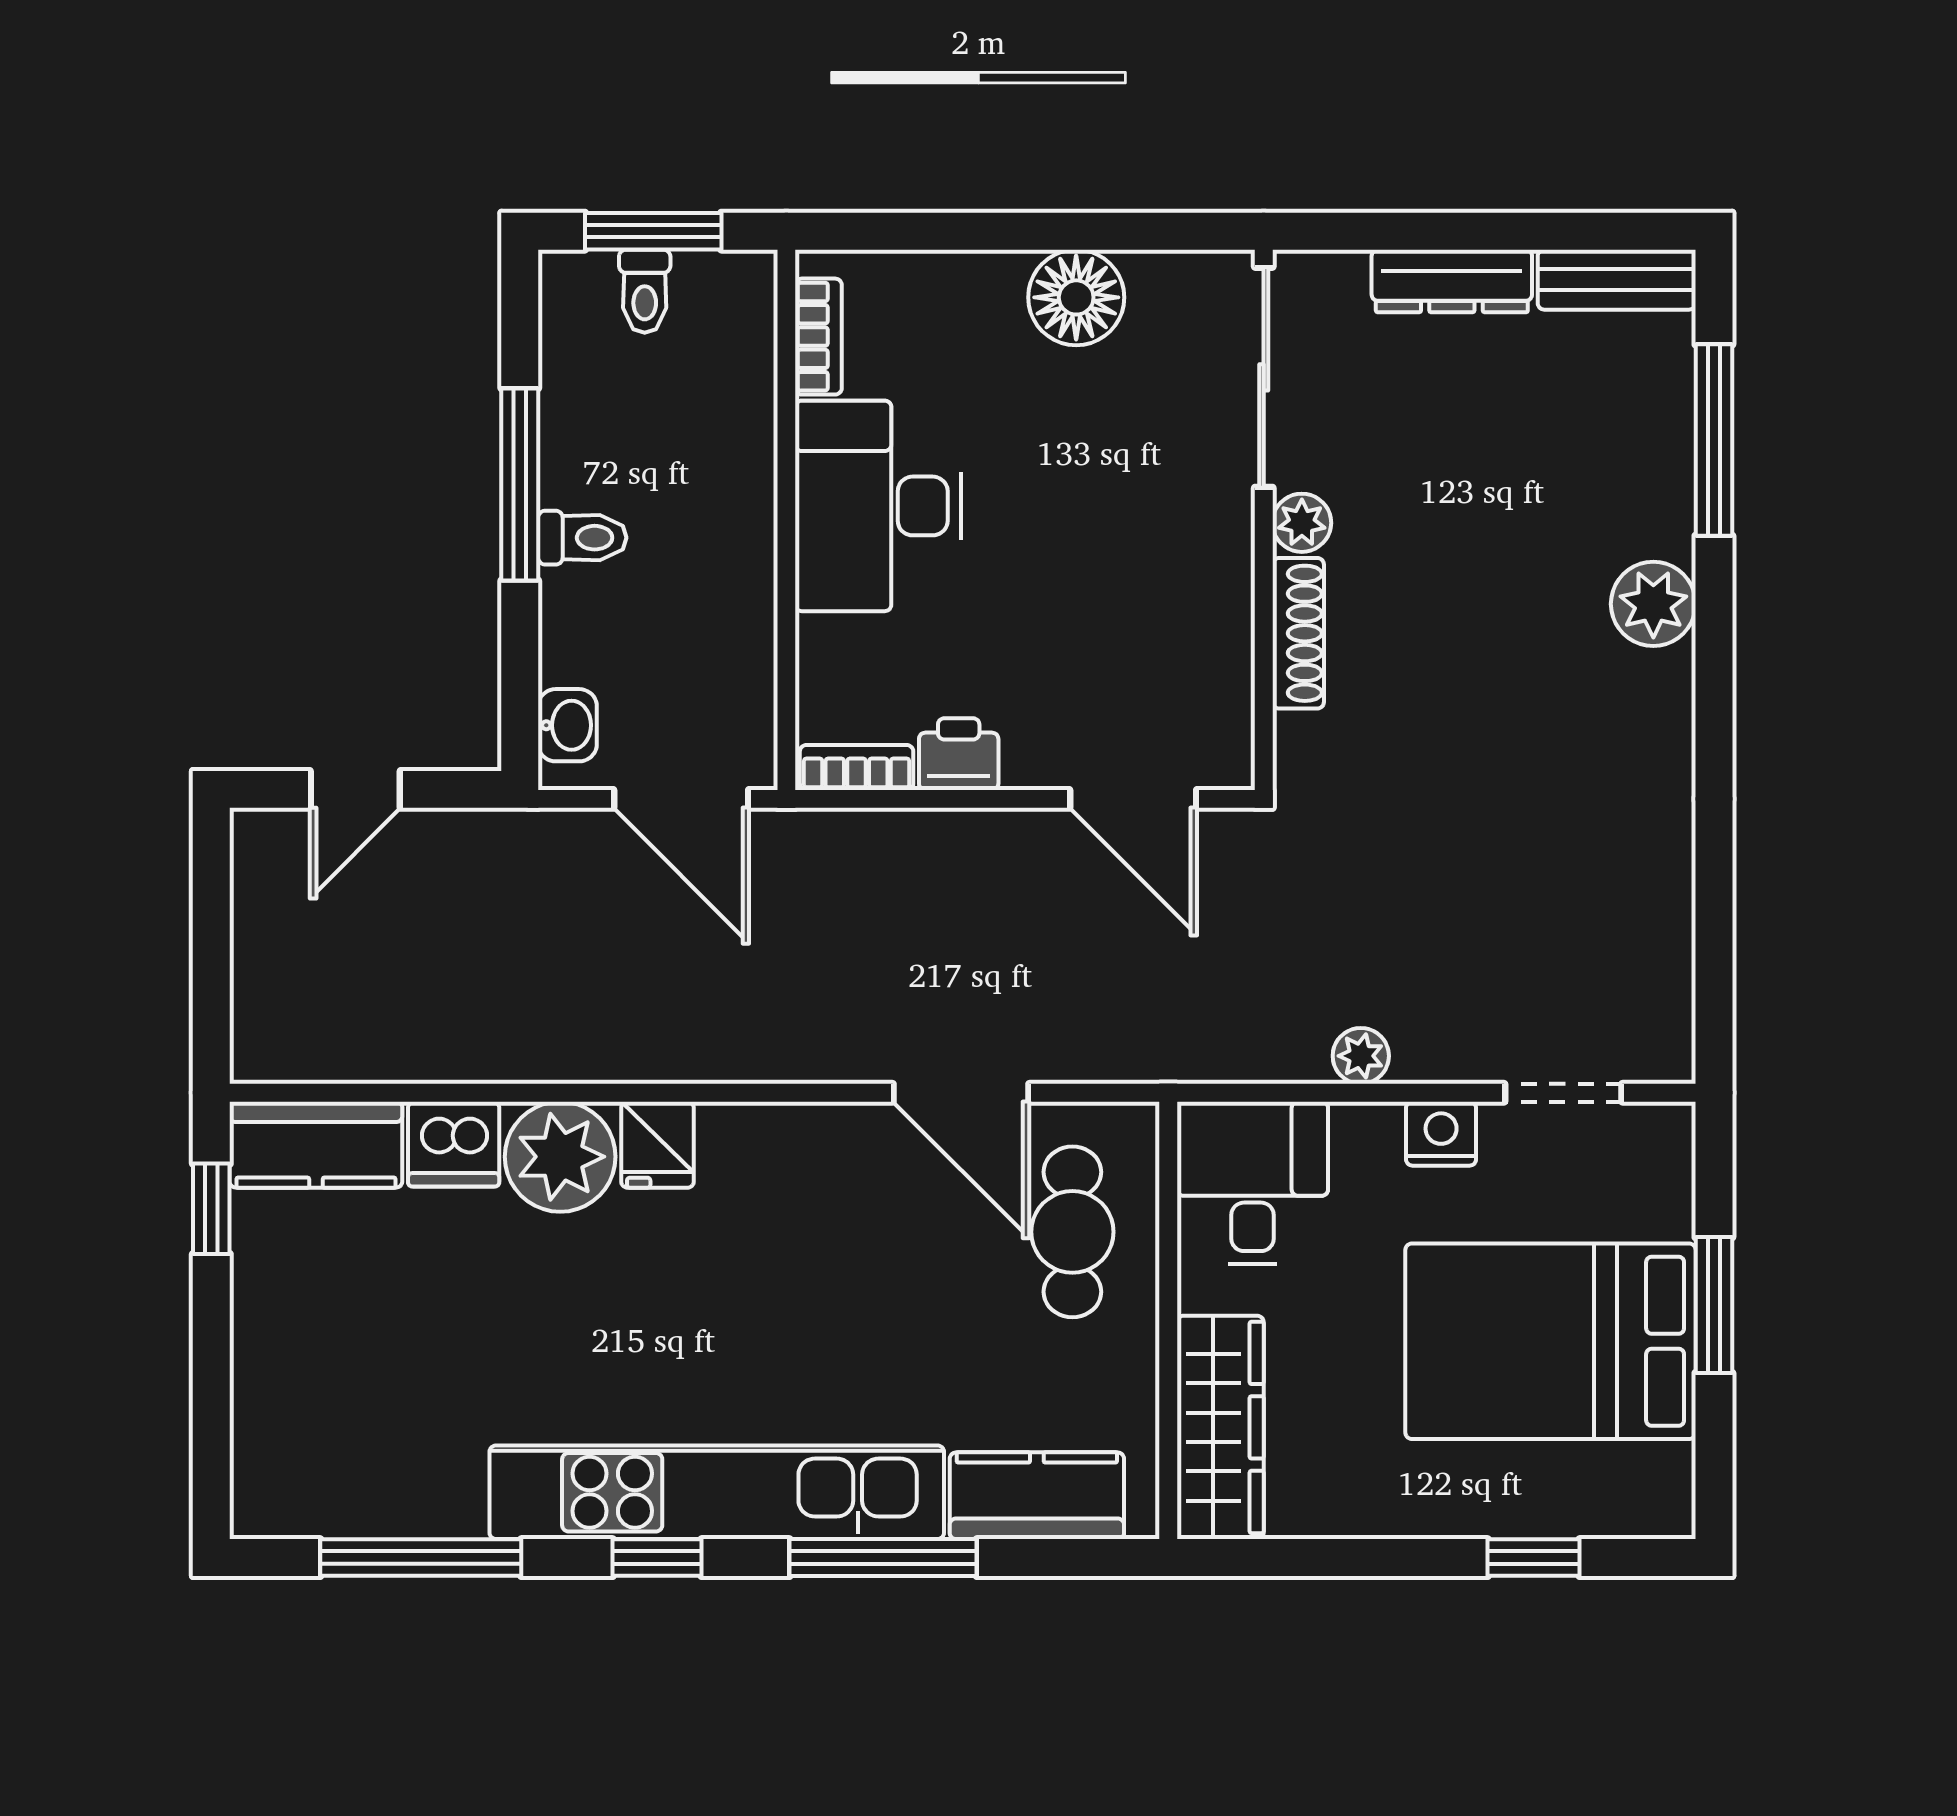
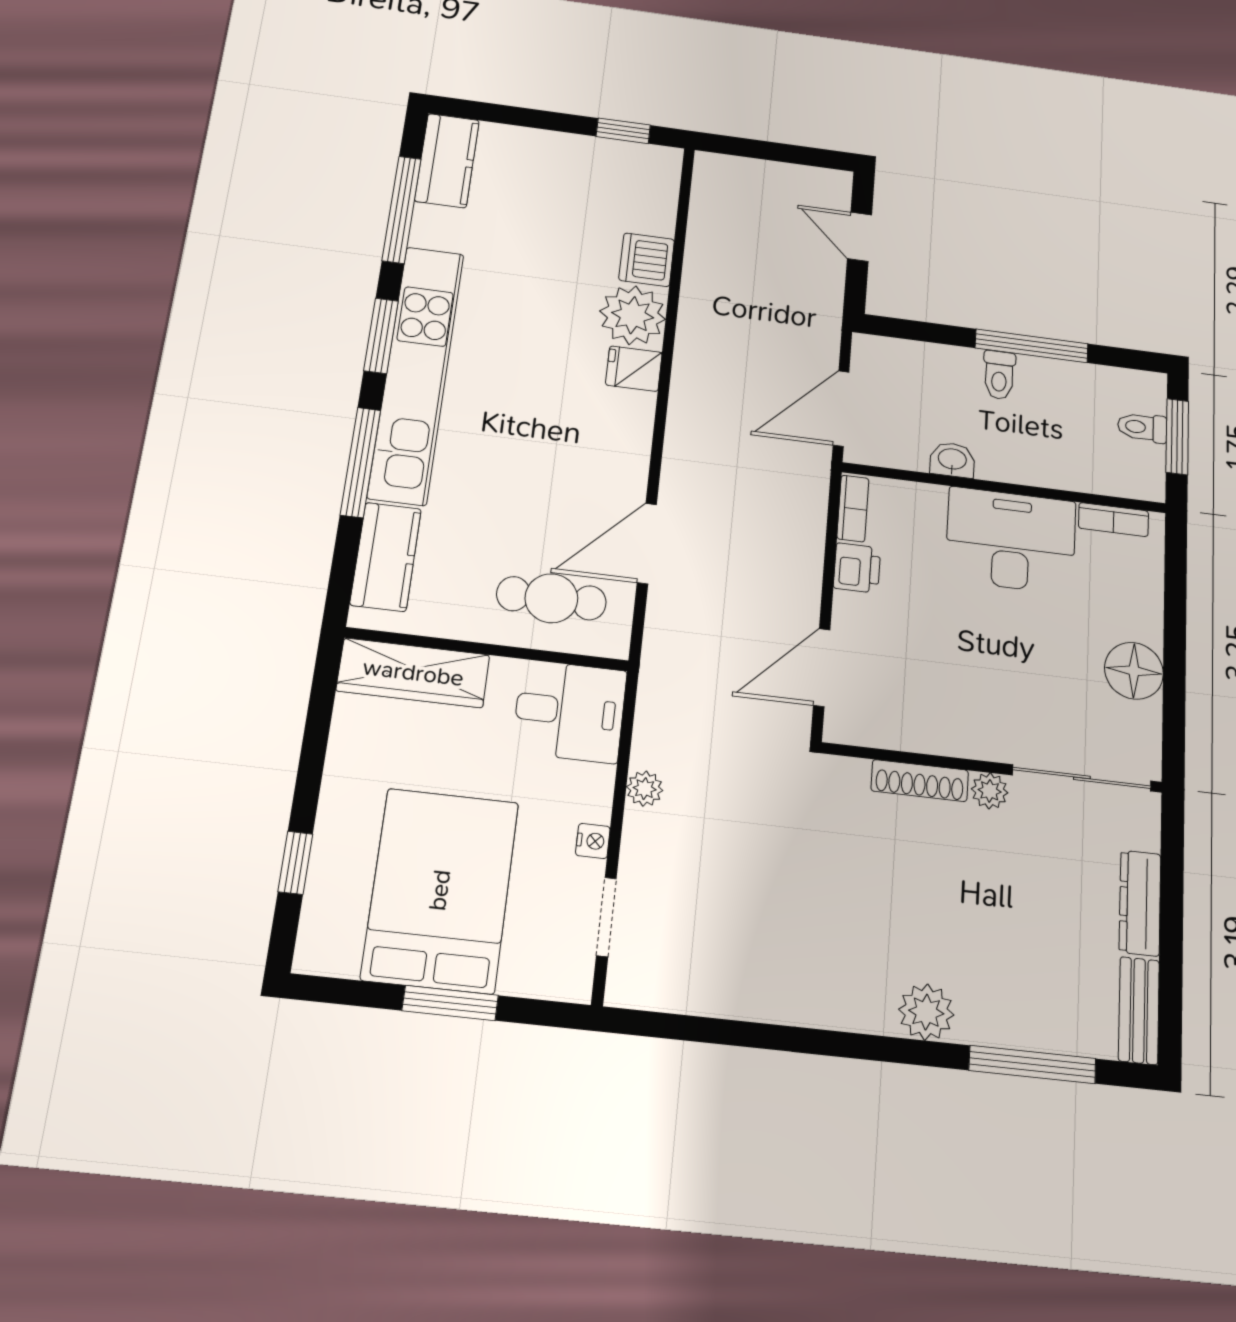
washbasin: (567, 725) -> (952, 460), moved, turned 180
nightstand: (1441, 1134) -> (593, 841), width x0.72, depth x0.74
kitchen counter: (316, 1145) -> (447, 160), moved, turned 180
window: (657, 1558) -> (381, 336), width x1.50

